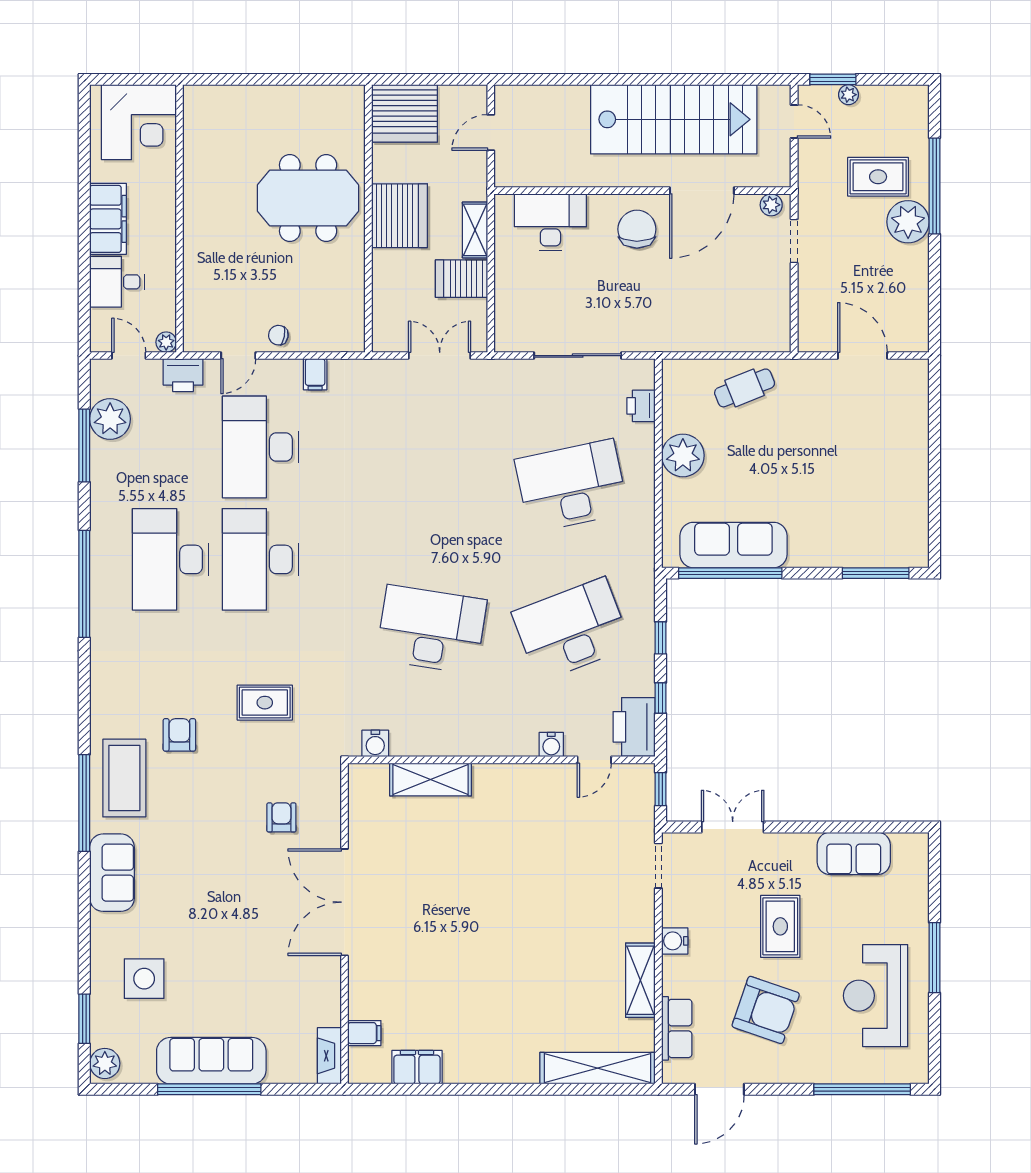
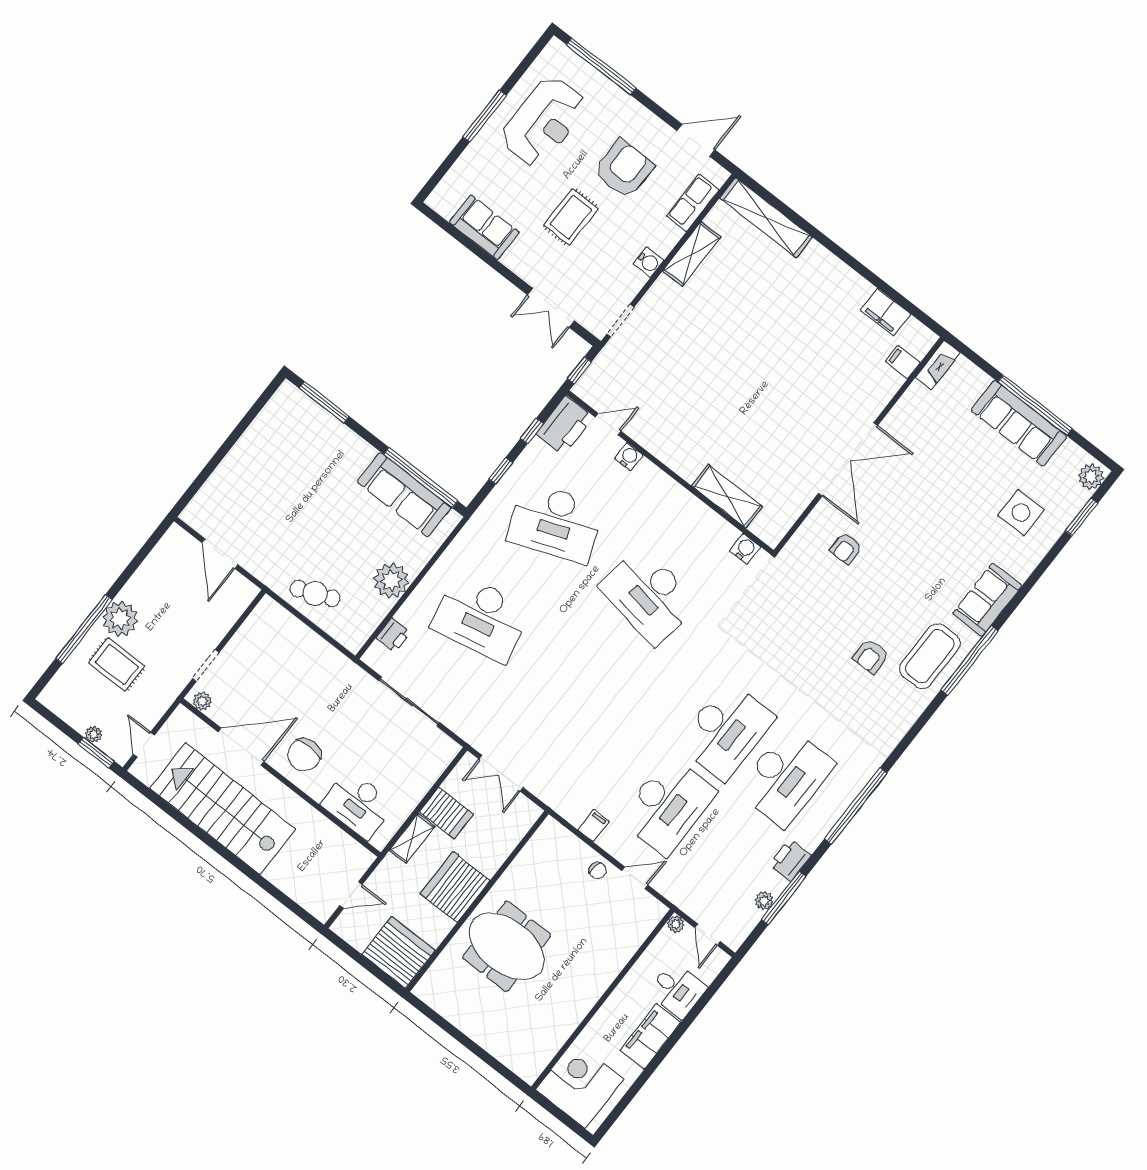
printer: (183, 375) -> (790, 860), moved, turned -90
plant: (110, 419) -> (764, 901), width x0.53, depth x0.53
rug: (265, 703) -> (797, 633), removed
armchair: (766, 1010) -> (624, 169), turned 71

